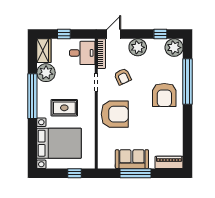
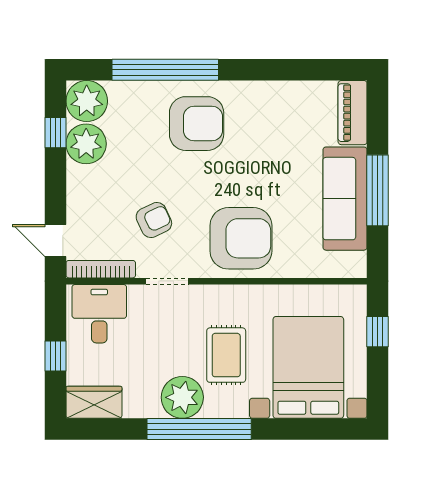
plant: (138, 47) -> (86, 144), moved
plant: (46, 73) -> (182, 397), moved
armchair: (115, 114) -> (241, 238), turned 90
sofa: (132, 159) -> (345, 199), width x1.36

